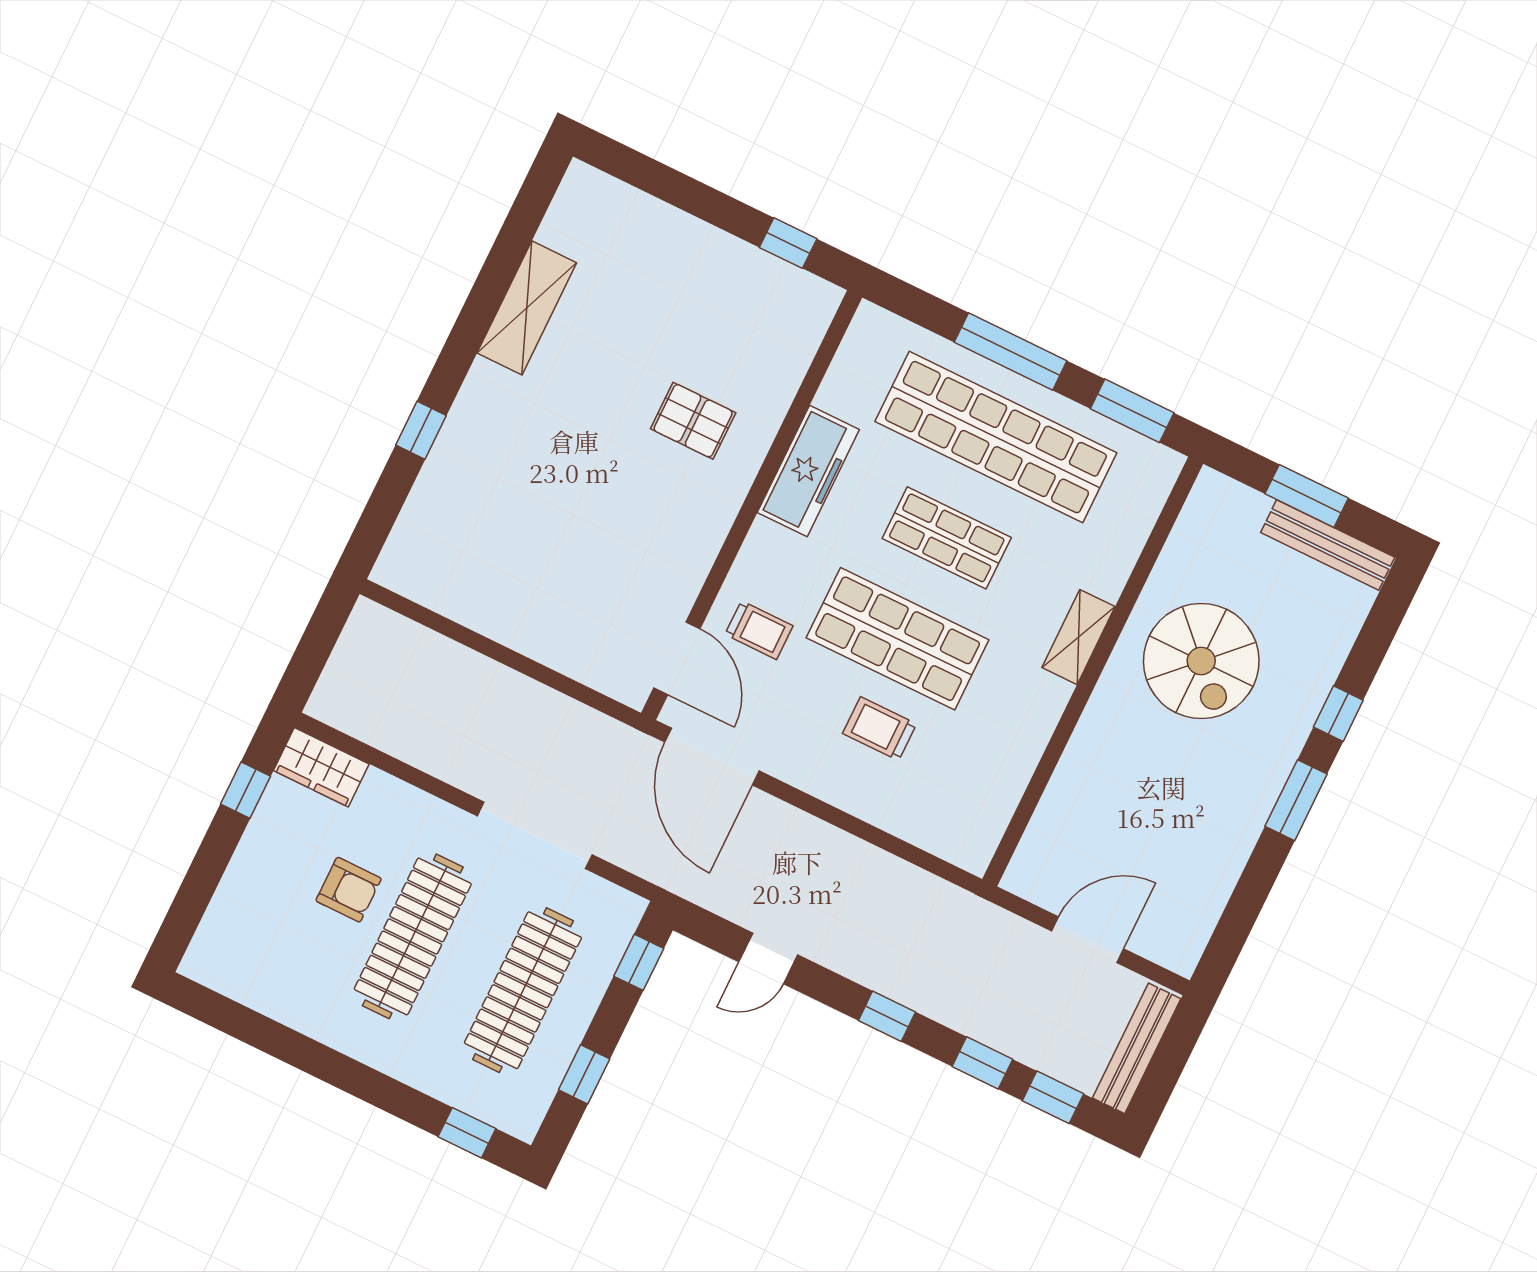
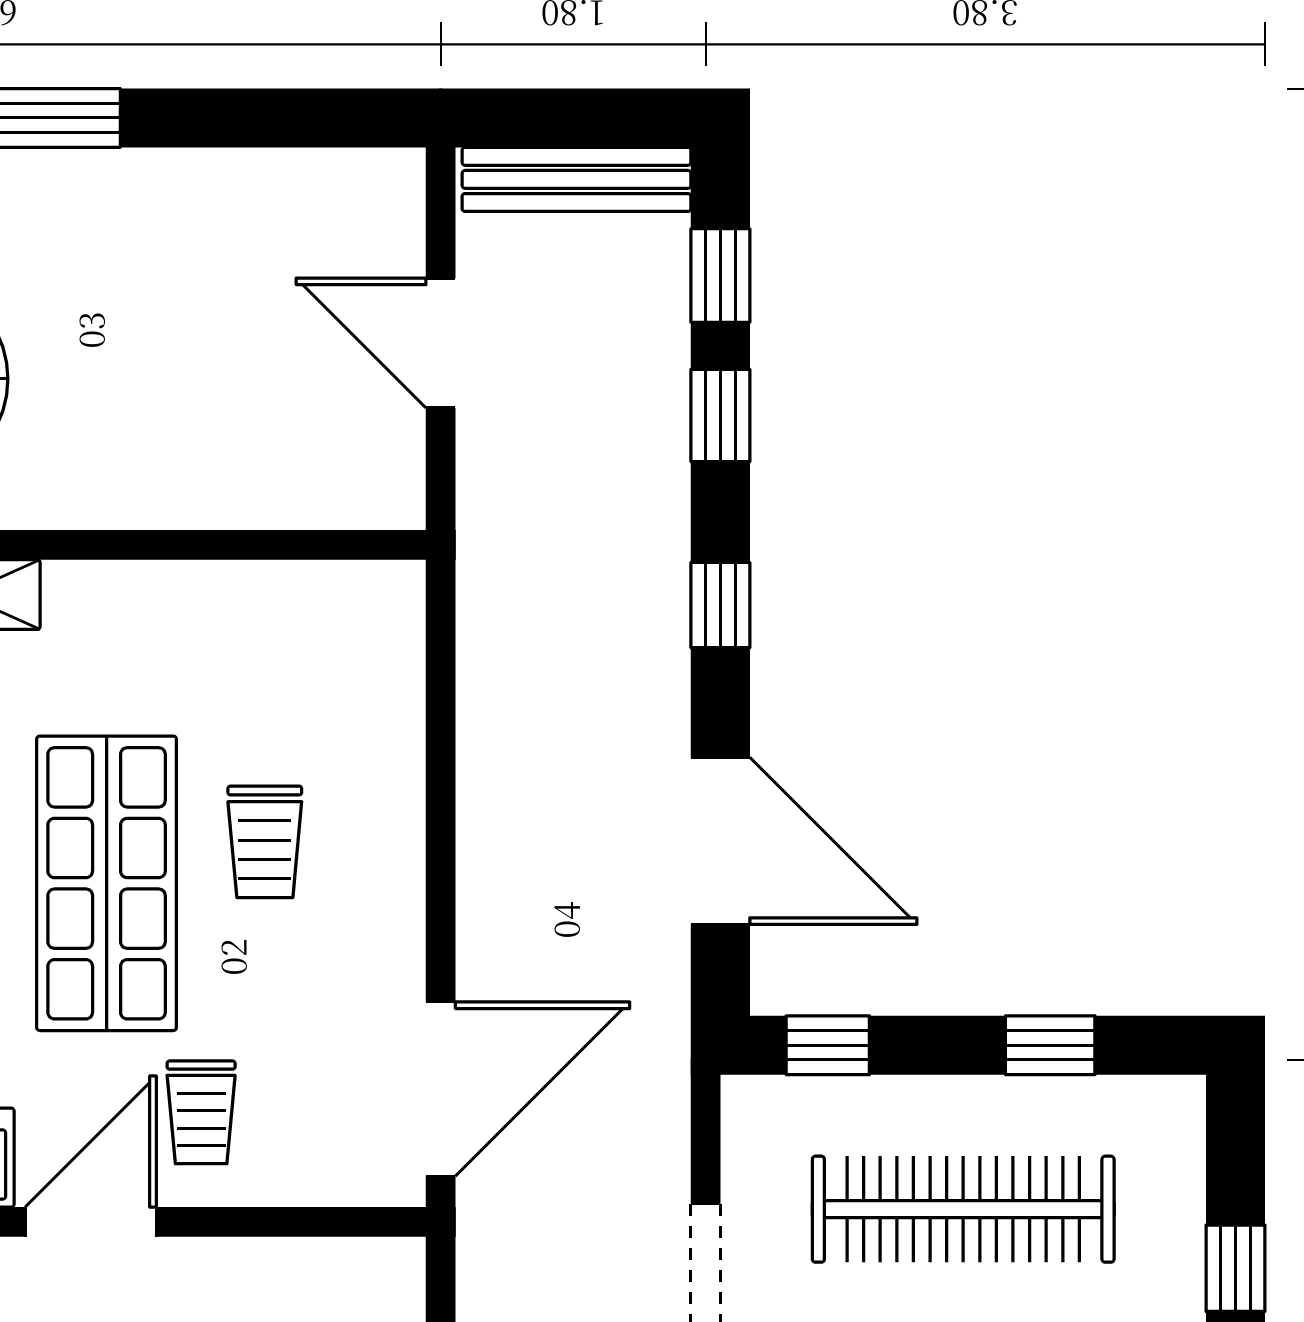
trolley: (759, 630) -> (201, 1112), turned 180
door: (677, 658) -> (91, 1222), moved
door: (768, 958) -> (720, 841), width x1.87
window: (467, 1133) -> (1235, 1268), moved

